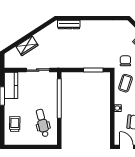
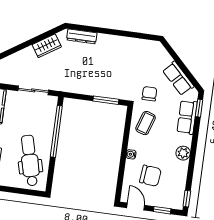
wardrobe: (27, 46) -> (47, 46), moved
dental chair: (42, 123) -> (30, 160), width x1.36, depth x1.38

